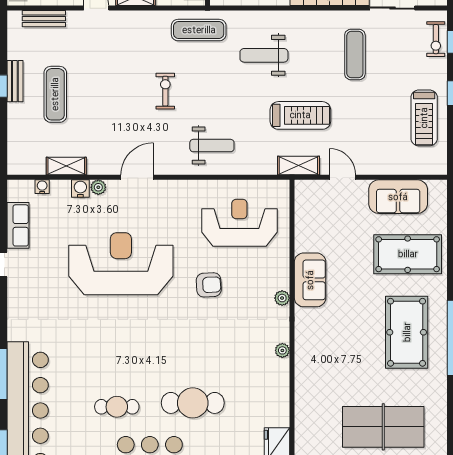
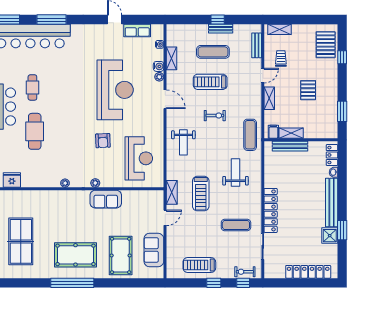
treadmill: (107, 99) -> (210, 82), added

